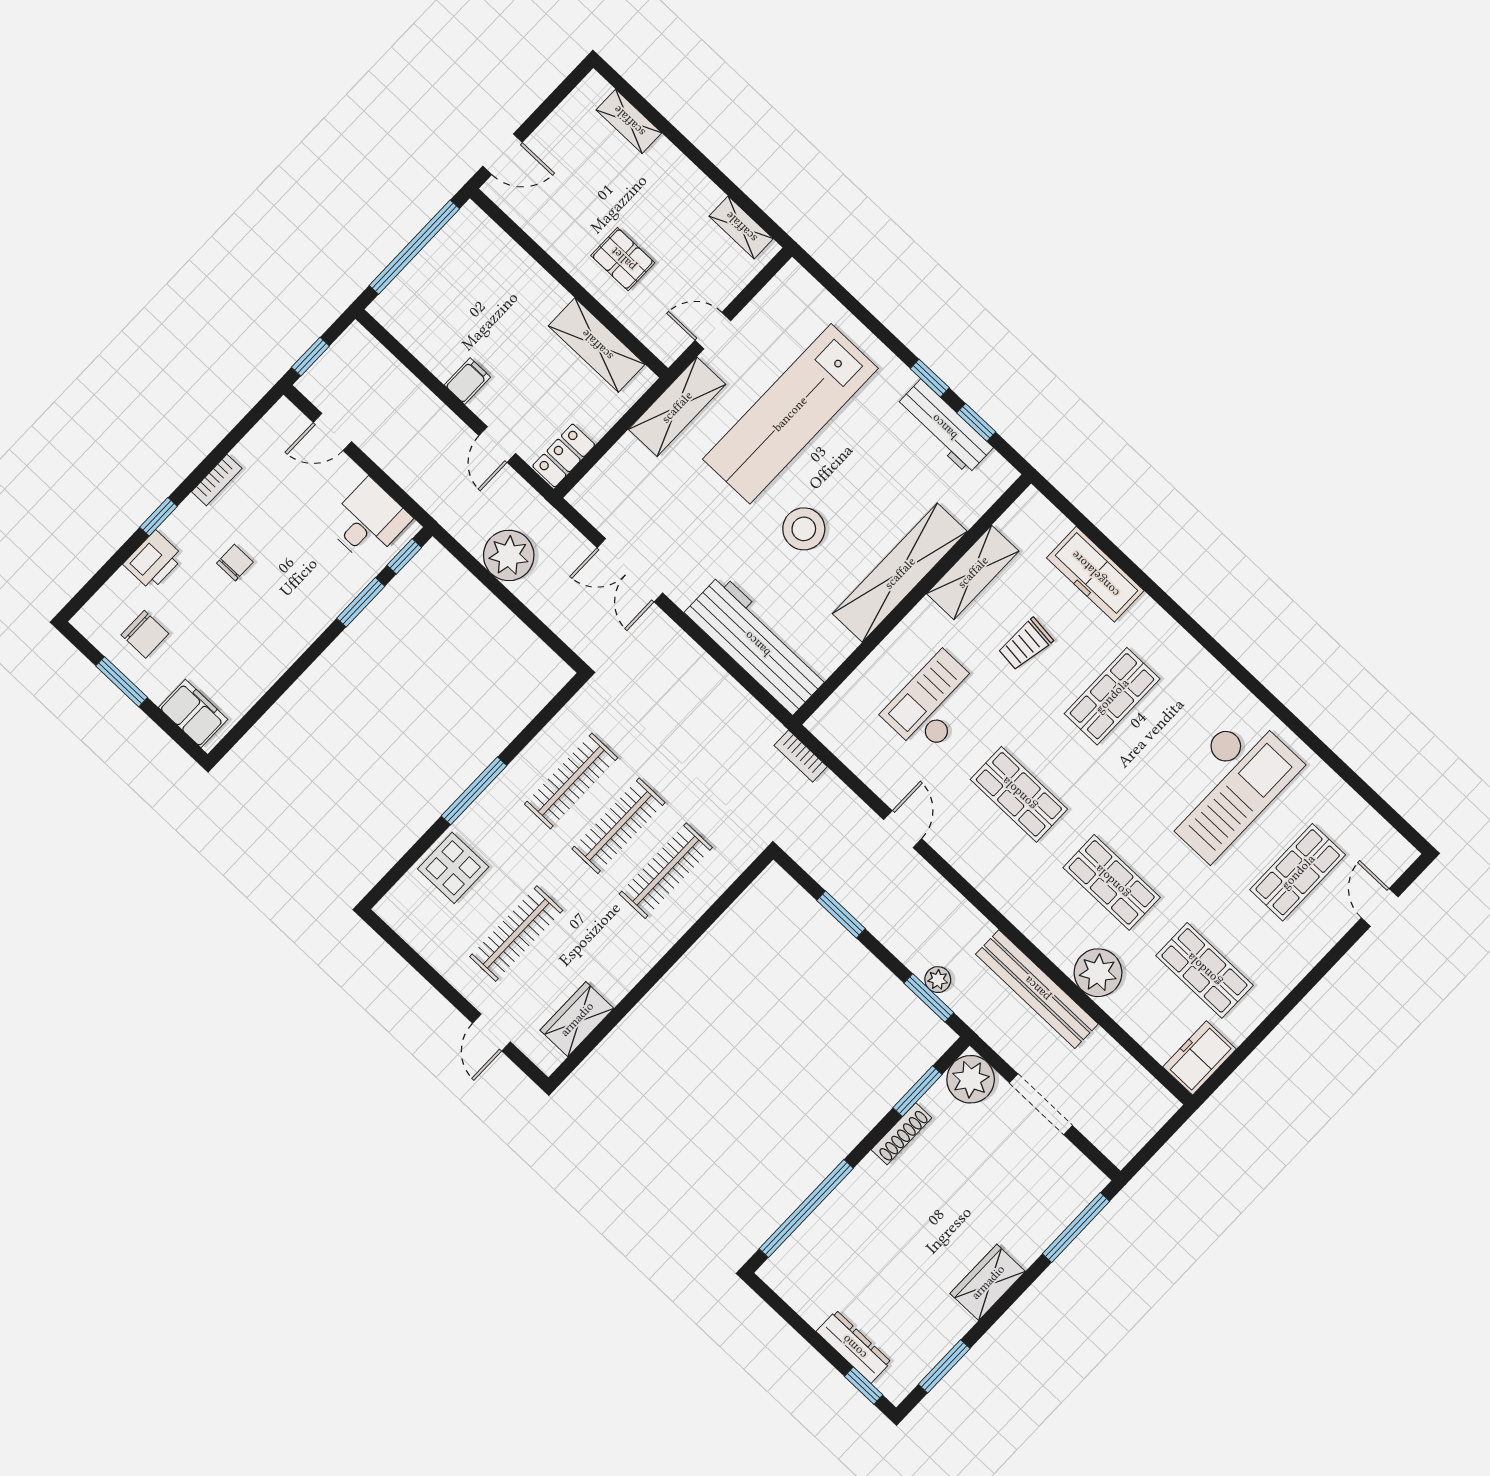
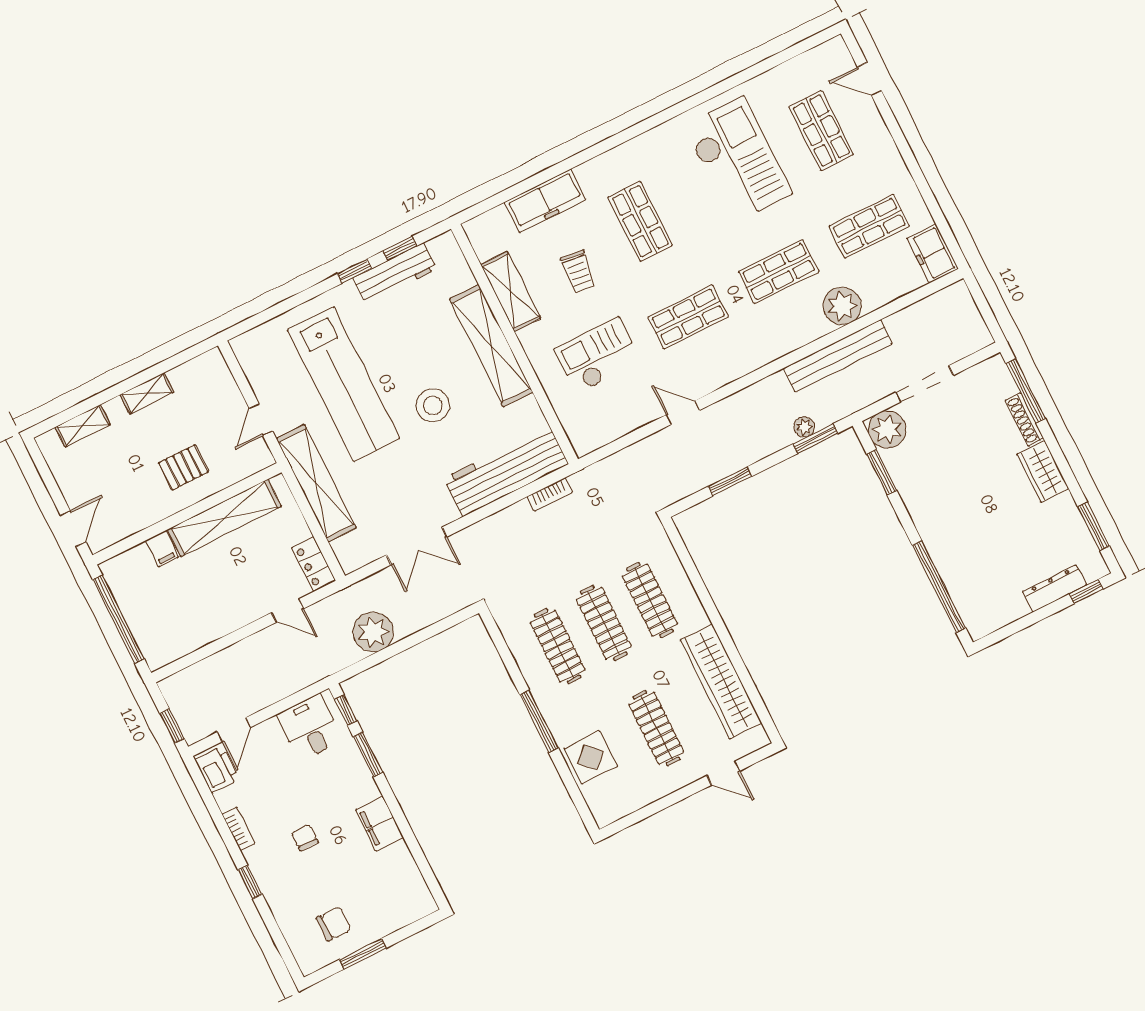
shelving: (741, 227) -> (147, 393), moved
shelving: (597, 345) -> (224, 518), width x1.47
filing cabinet: (467, 381) -> (162, 549), moved, turned 180
shelving: (677, 407) -> (316, 483), width x1.47
printer: (153, 560) -> (217, 769), moved
checkout: (934, 703) -> (598, 355), turned 90
filing cabinet: (193, 713) -> (380, 824), moved, turned -90
bookcase: (801, 756) -> (550, 495), moved
wardrobe: (577, 1019) -> (721, 681), width x2.10, depth x1.17
shoe rack: (901, 1134) -> (1024, 419), moved, turned 180

